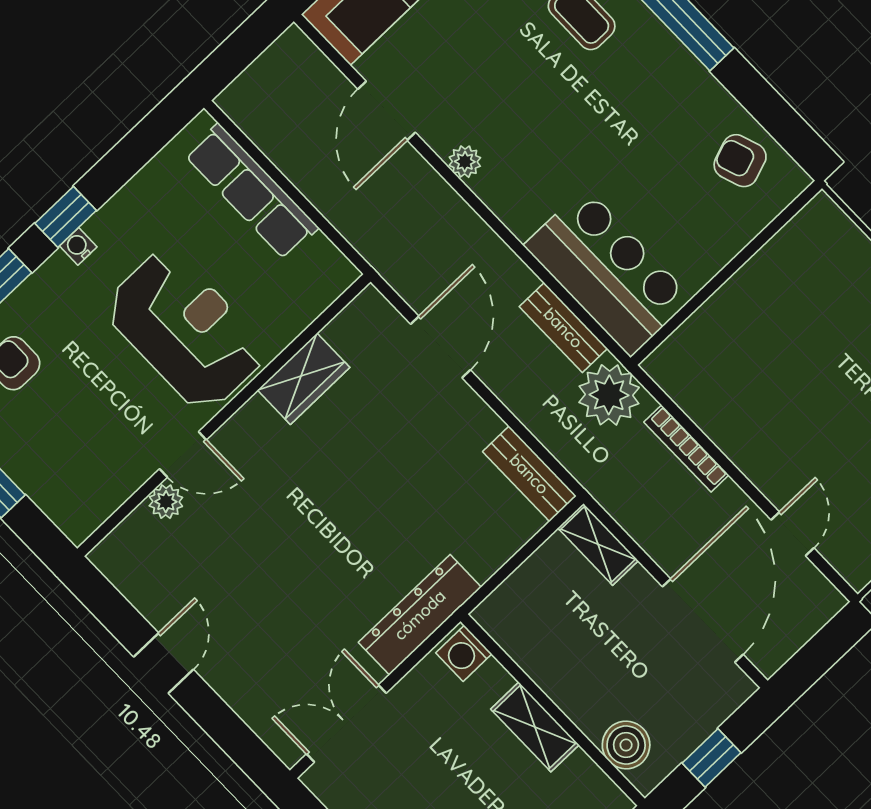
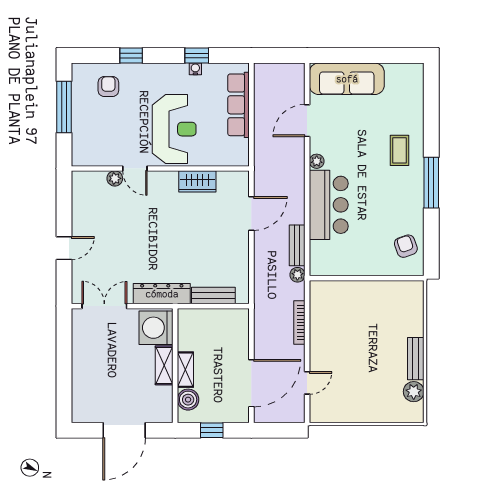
window: (66, 217) -> (197, 55), moved
water cooler: (78, 246) -> (195, 69), moved
bar counter: (608, 272) -> (329, 205), moved
plant: (609, 395) -> (297, 275), width x0.53, depth x0.53
bench: (529, 474) -> (213, 296), moved, turned 90
shelving: (598, 544) -> (185, 370), moved
washing machine: (464, 653) -> (156, 328), width x1.89, depth x1.89
door: (164, 663) -> (64, 248), moved

